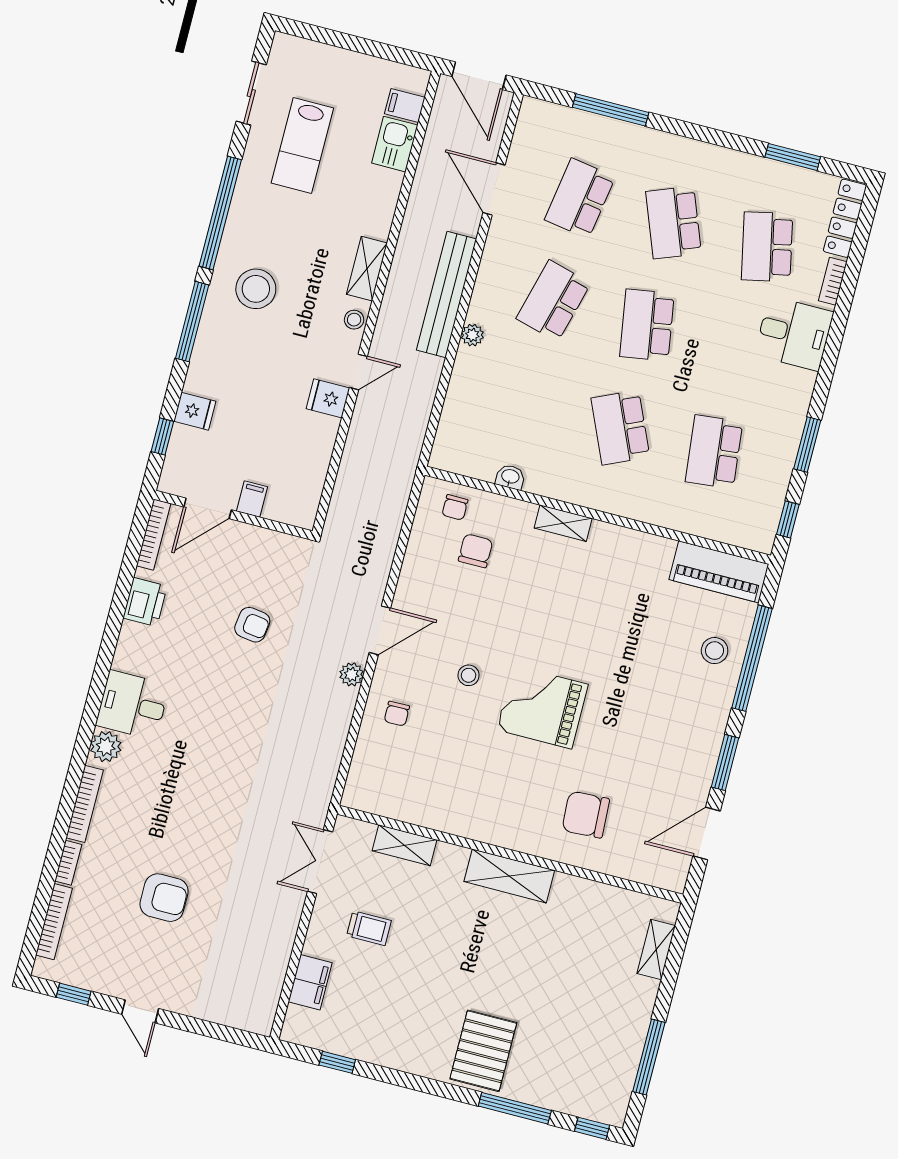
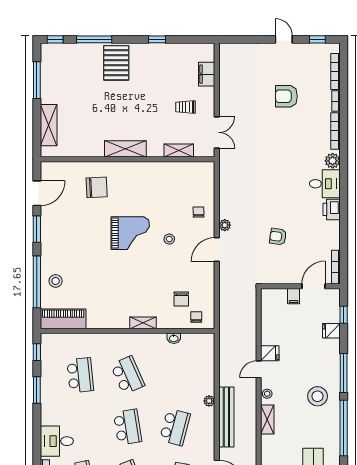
printer: (145, 602) -> (332, 209), moved
shelving: (656, 950) -> (49, 125), width x1.50, depth x1.33
window: (337, 1062) -> (157, 39), moved

